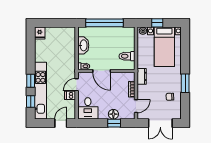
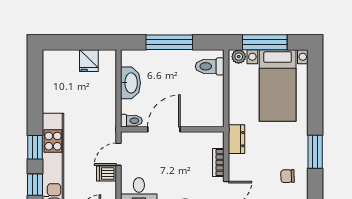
window: (105, 23) -> (169, 42), width x0.68
window: (157, 23) -> (265, 42), width x2.17
fridge: (40, 33) -> (89, 61), moved
toilet: (127, 56) -> (210, 66), moved
door: (102, 71) -> (164, 129), swing flipped

